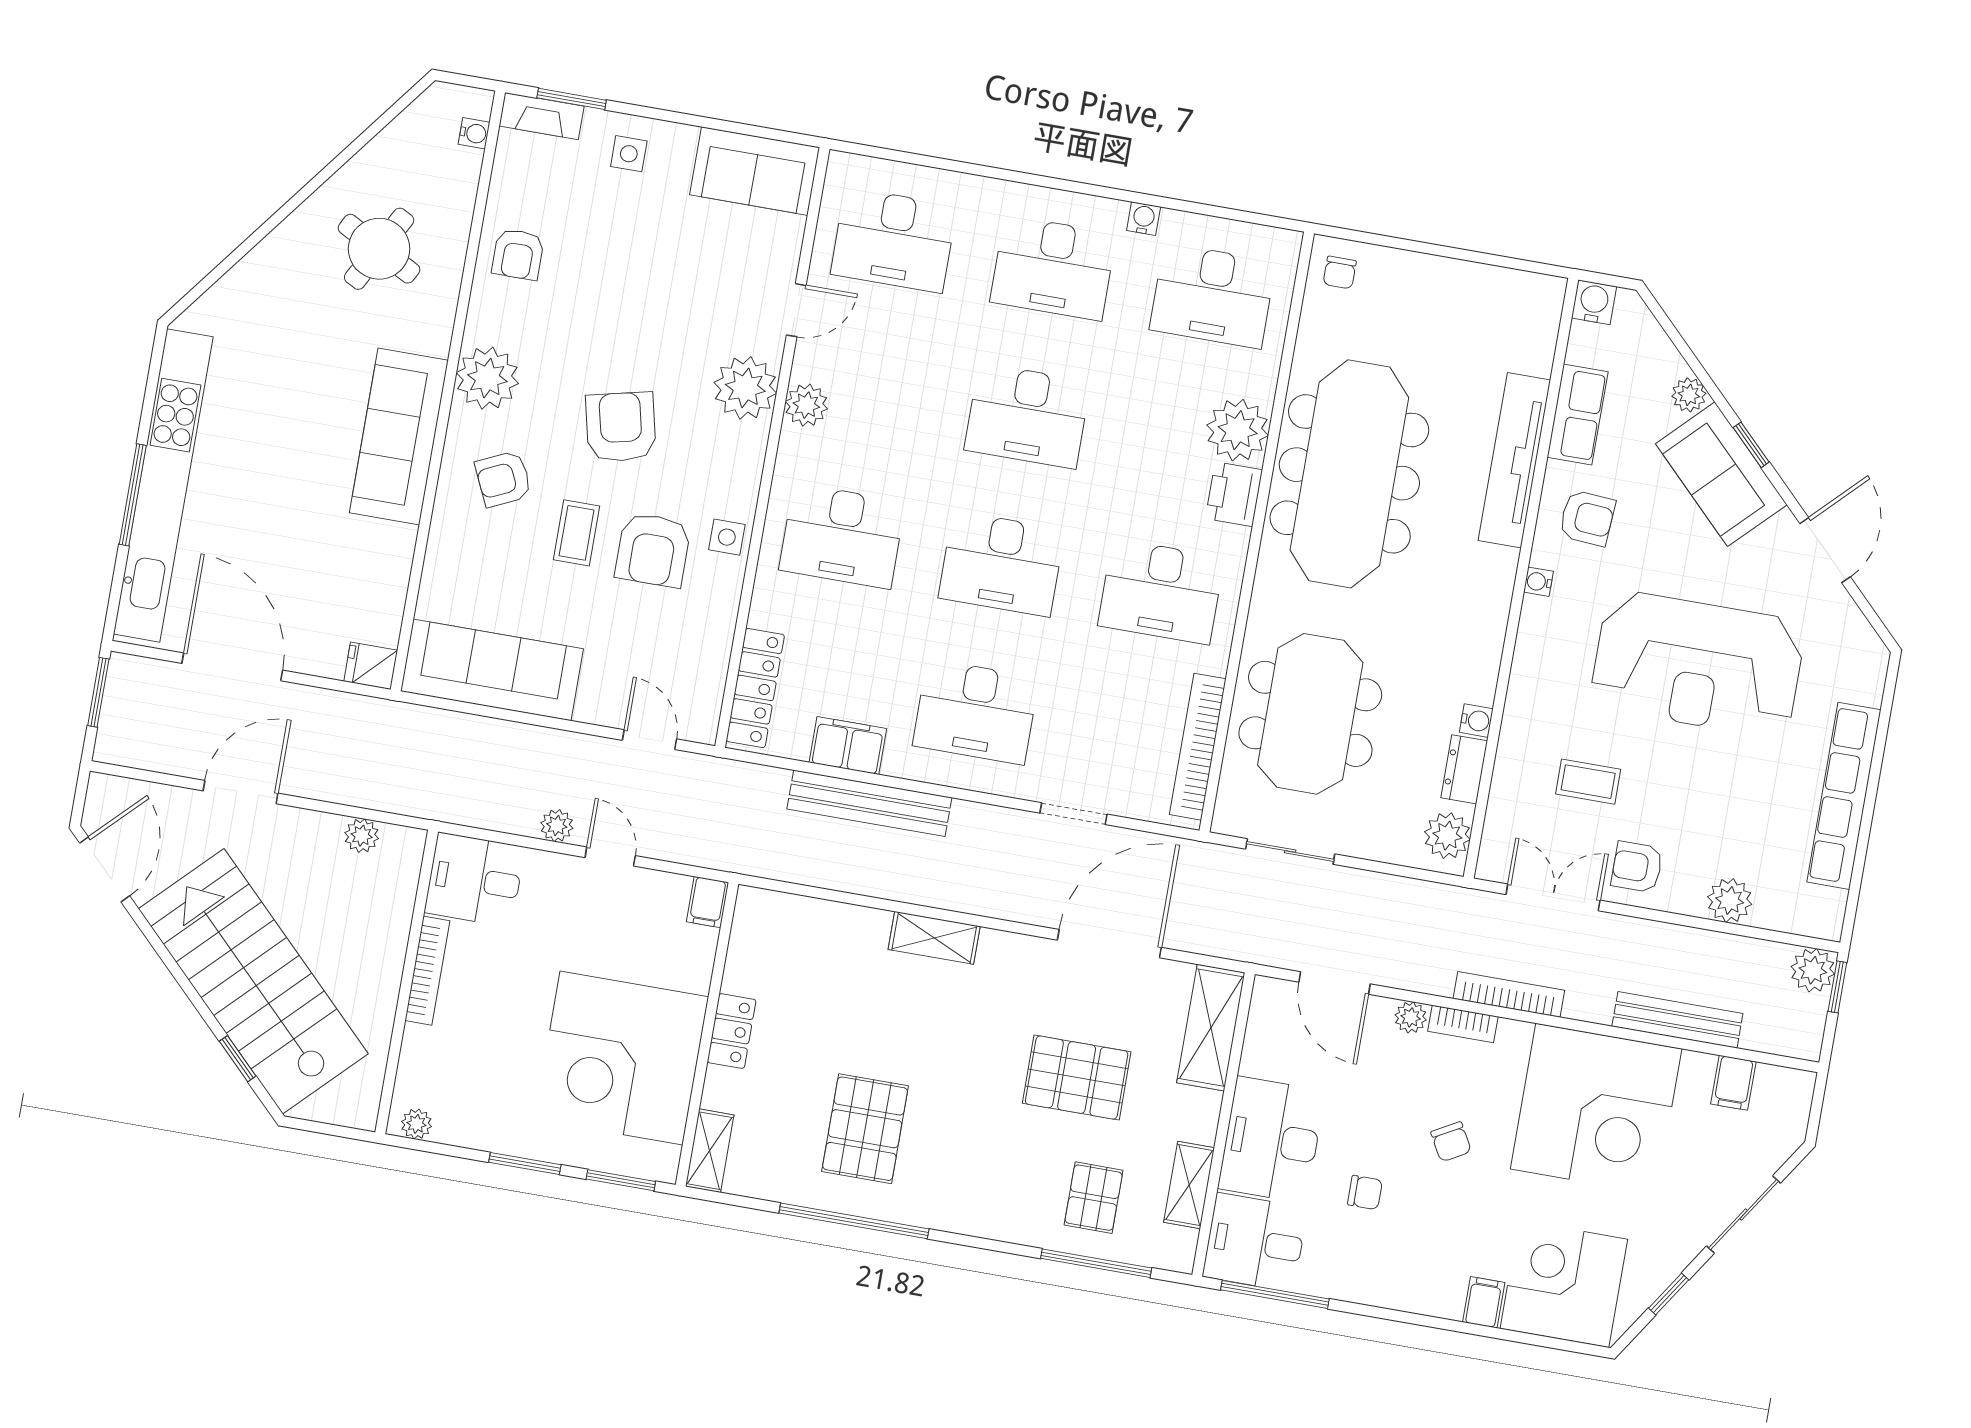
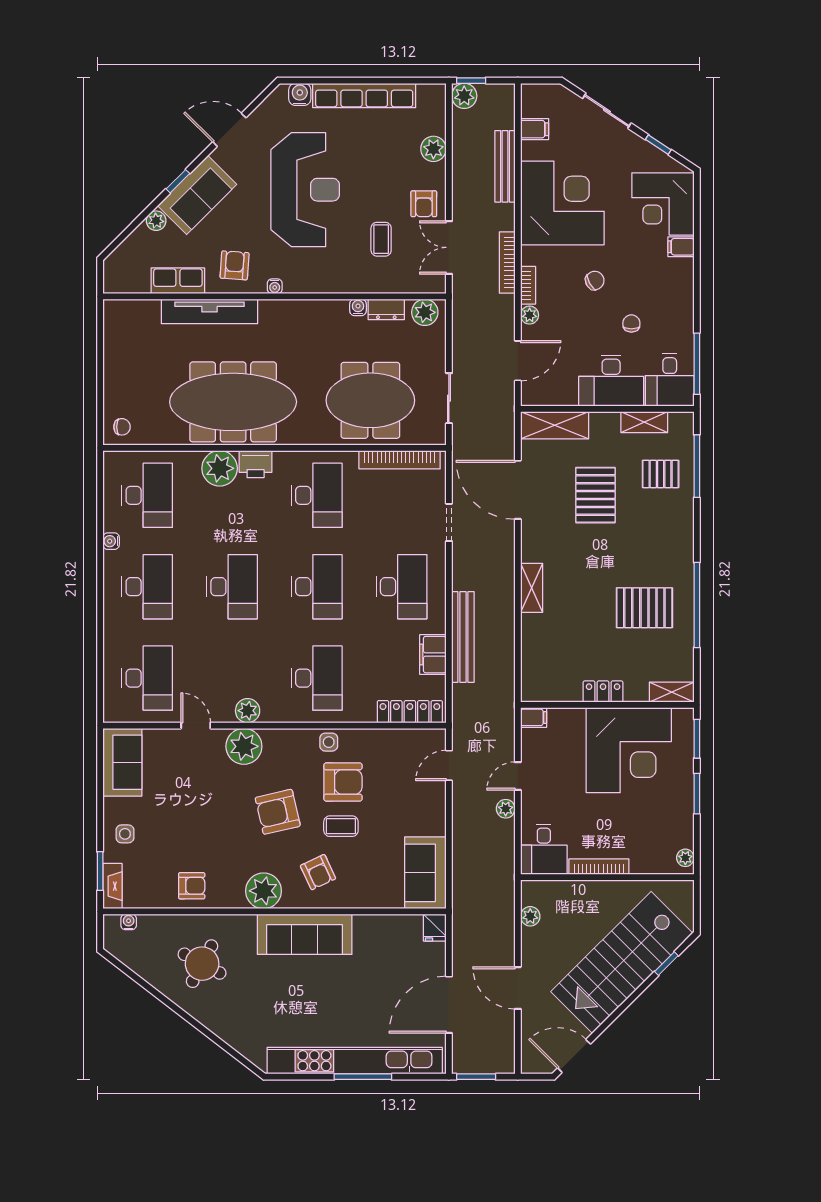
water cooler: (1594, 302) -> (300, 94), moved, turned 90
sofa: (492, 670) -> (425, 873), width x0.73

